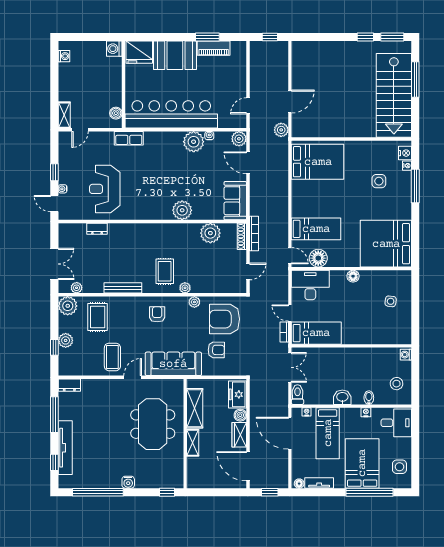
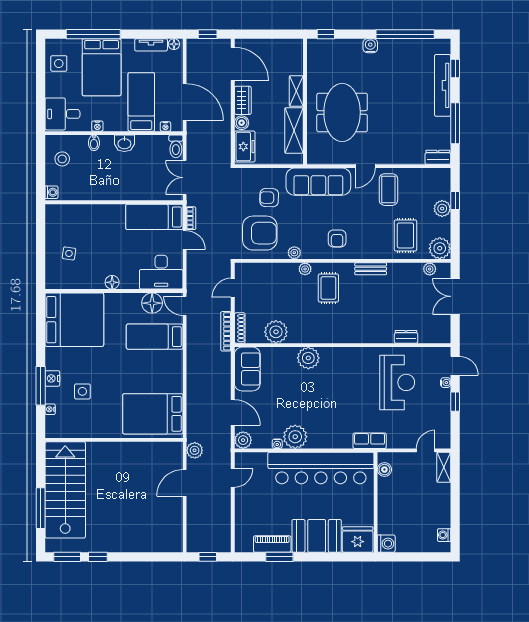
nightstand: (405, 153) -> (52, 378), moved
bench: (123, 288) -> (371, 269), width x0.73

